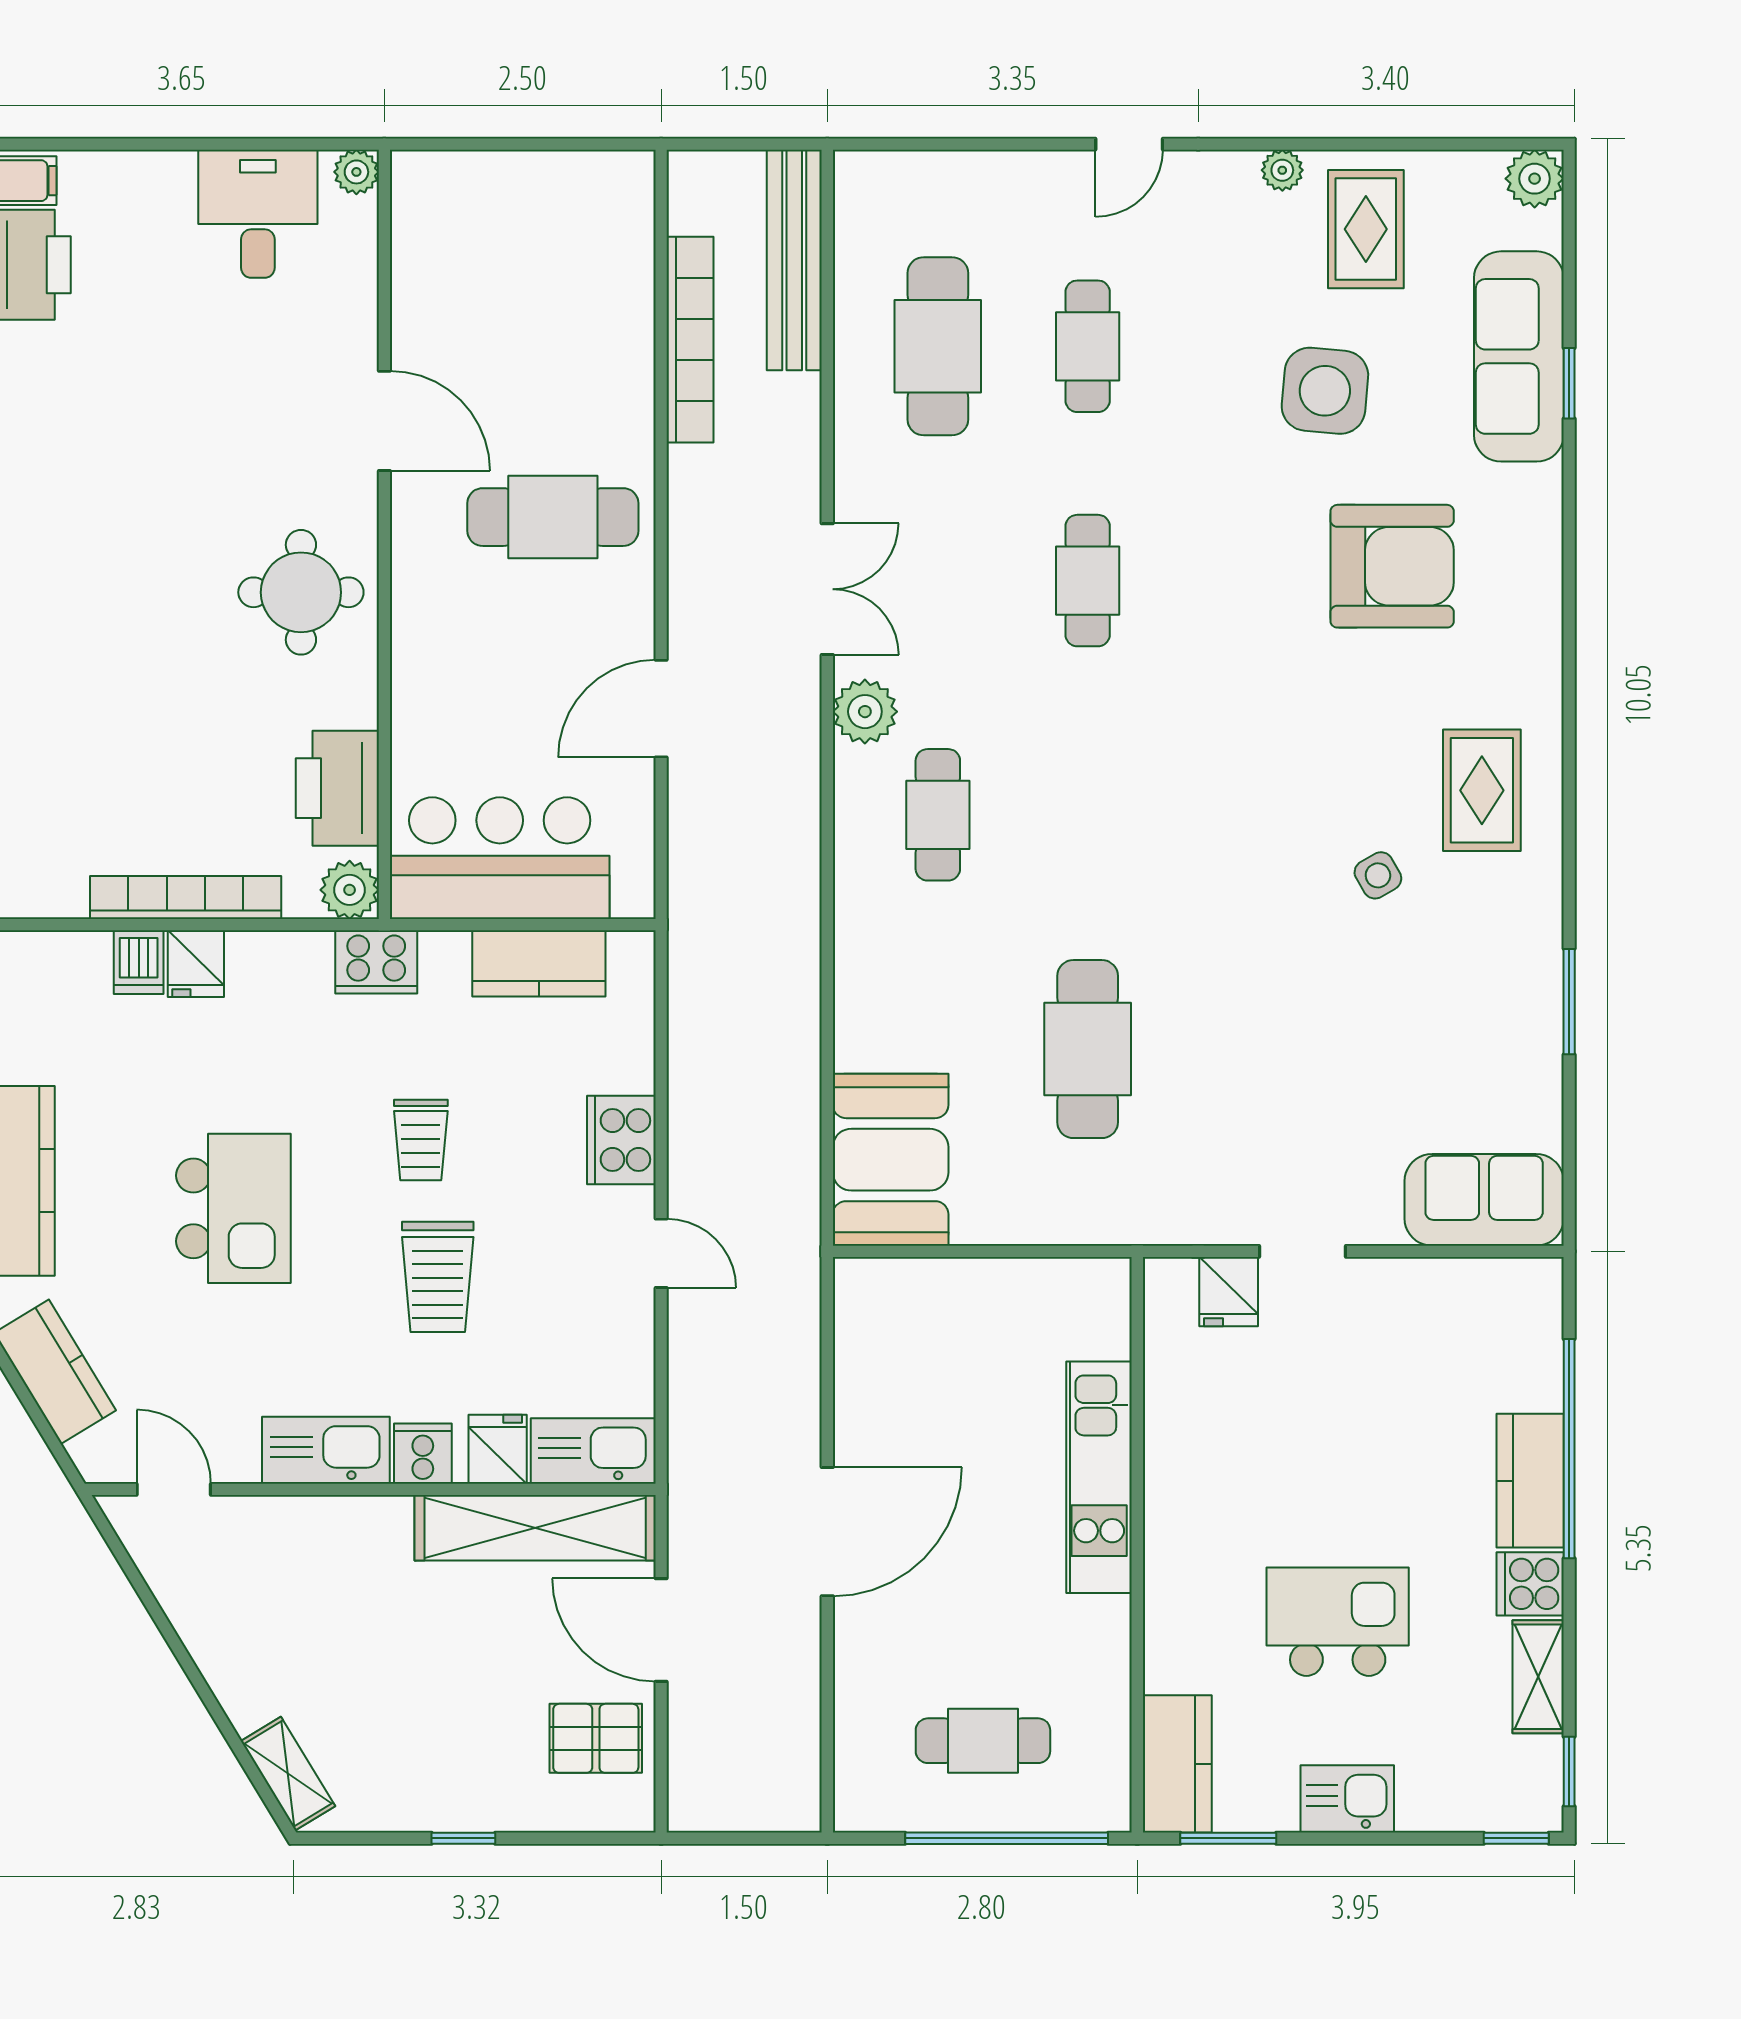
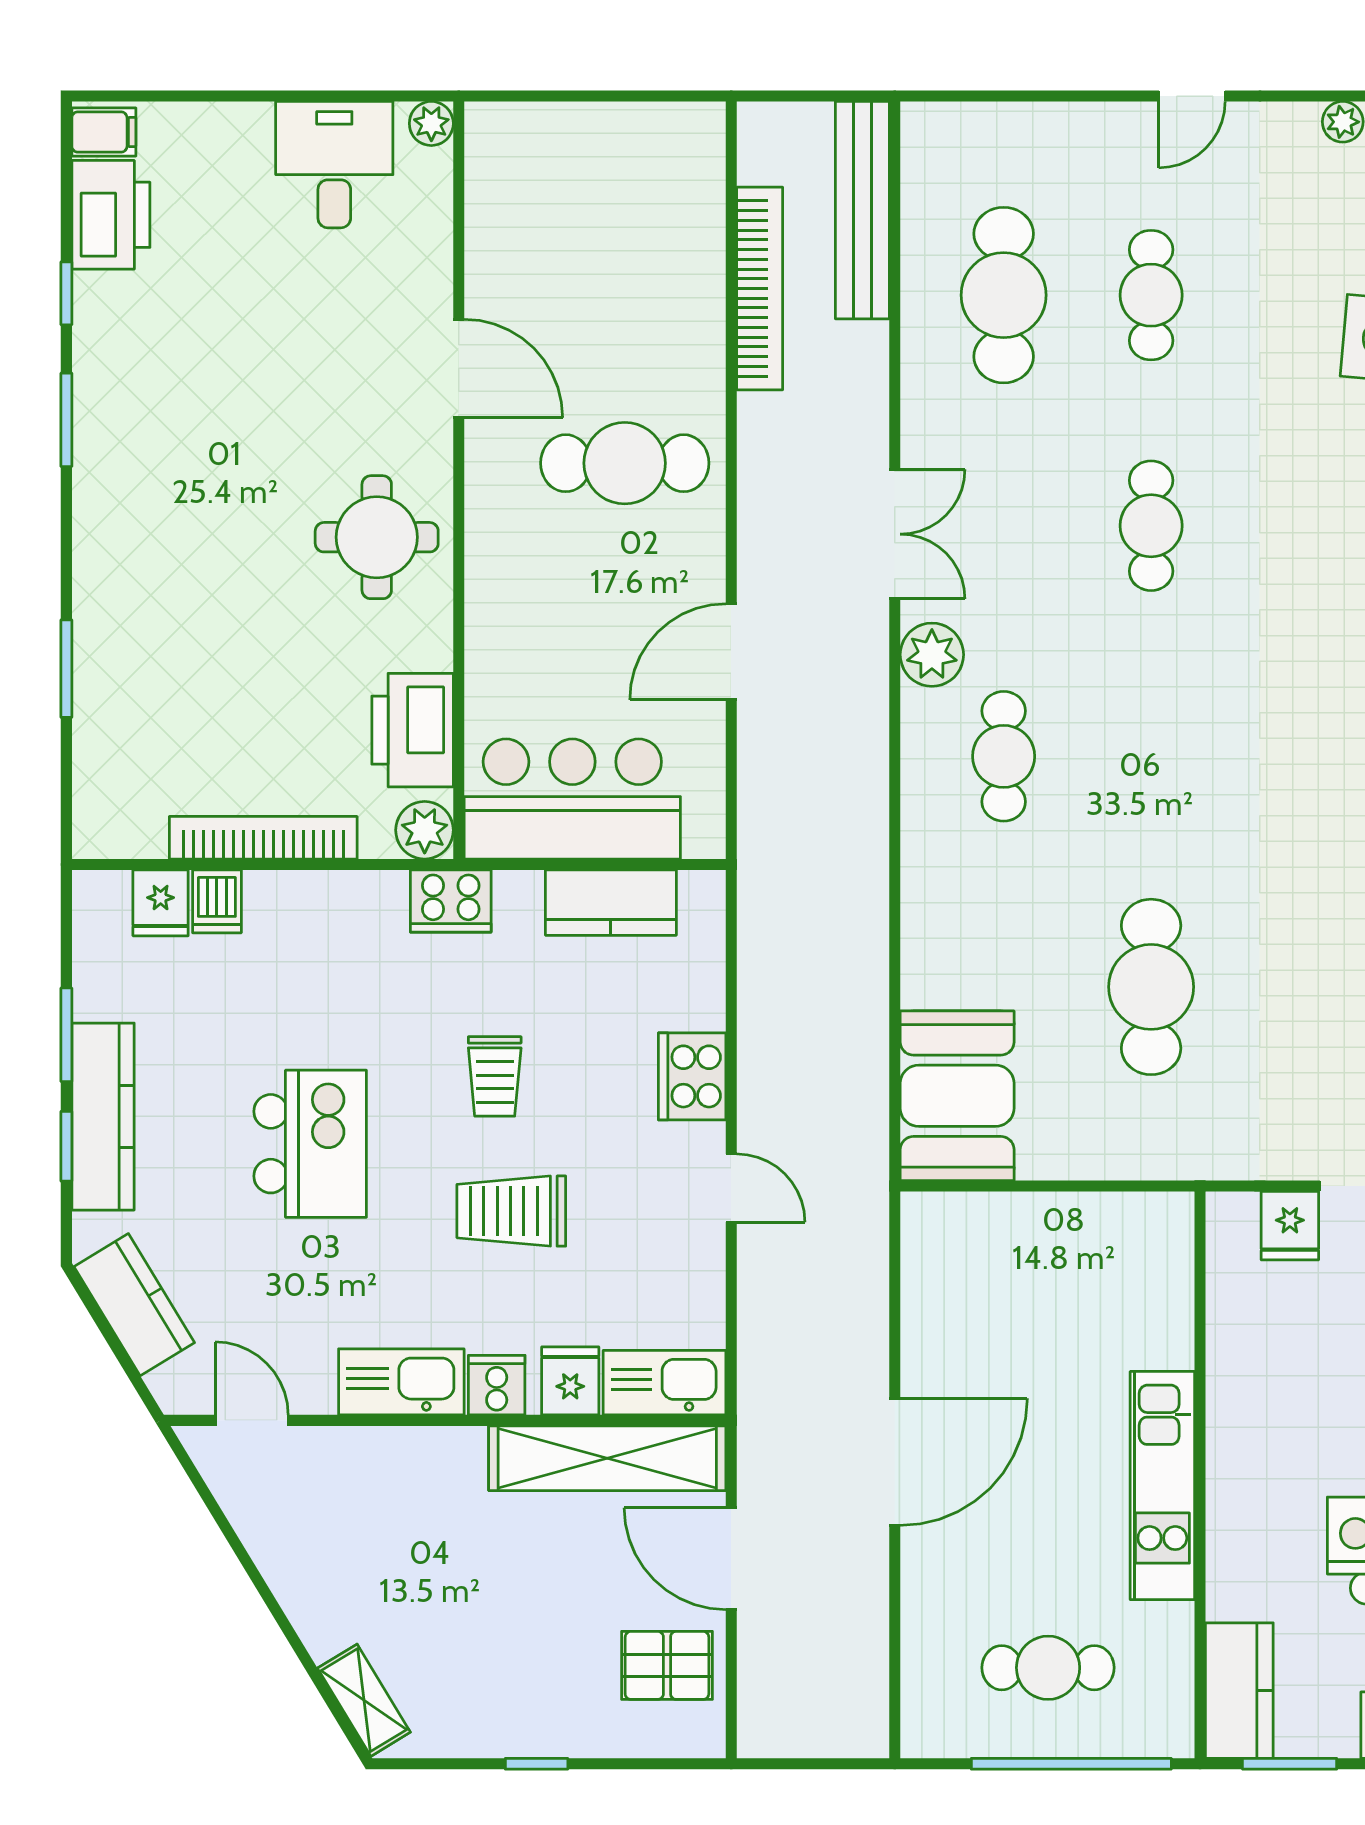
fridge: (196, 964) -> (161, 903), moved
trolley: (438, 1277) -> (511, 1211), turned 90
kitchen unit: (1099, 1477) -> (1162, 1486), moved

